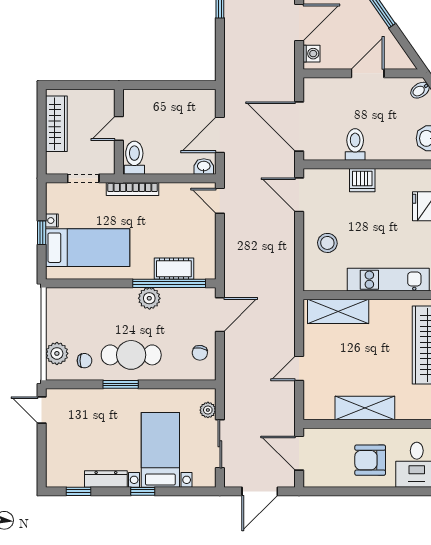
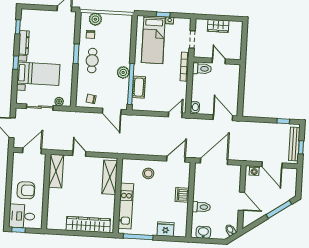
wardrobe: (56, 124) -> (218, 26), width x0.67
door: (220, 135) -> (223, 118), moved
toilet: (355, 145) -> (201, 207), moved
cafe table: (131, 355) -> (92, 61), width x0.73, depth x0.74
shelving: (365, 408) -> (56, 171), moved
armchair: (370, 460) -> (26, 190), turned 90

